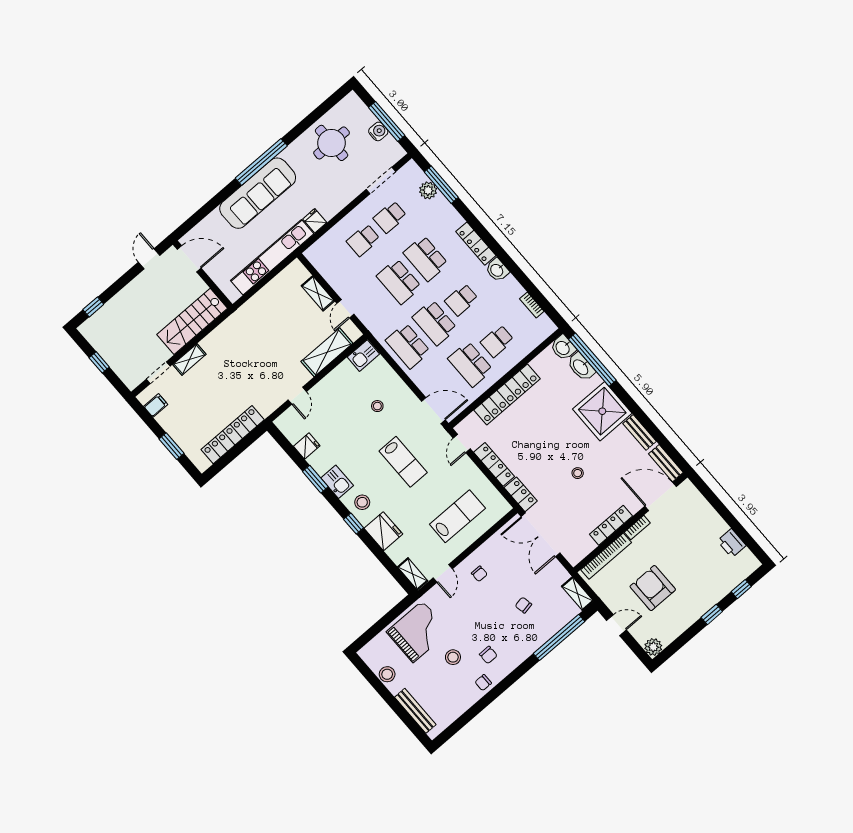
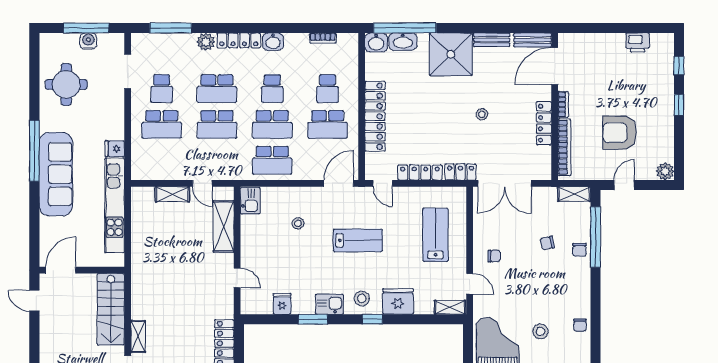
plant: (428, 190) -> (206, 42), moved
school desk: (363, 240) -> (162, 124), width x1.85
chair: (488, 655) -> (580, 250), moved, turned 90

